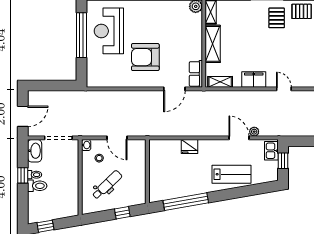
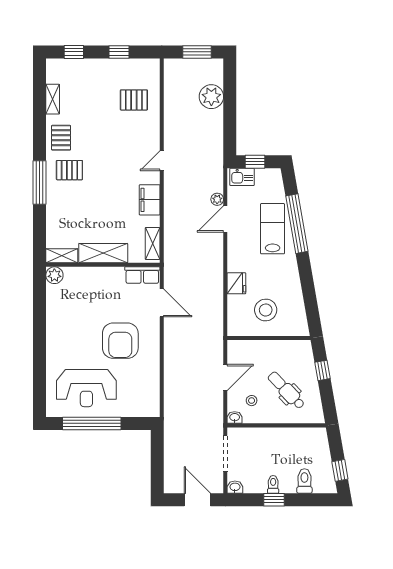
washbasin: (35, 151) -> (235, 487), width x0.52, depth x0.69
stool: (169, 169) -> (266, 310), added
toilet: (37, 186) -> (304, 481), moved
window: (186, 202) -> (297, 224), moved

